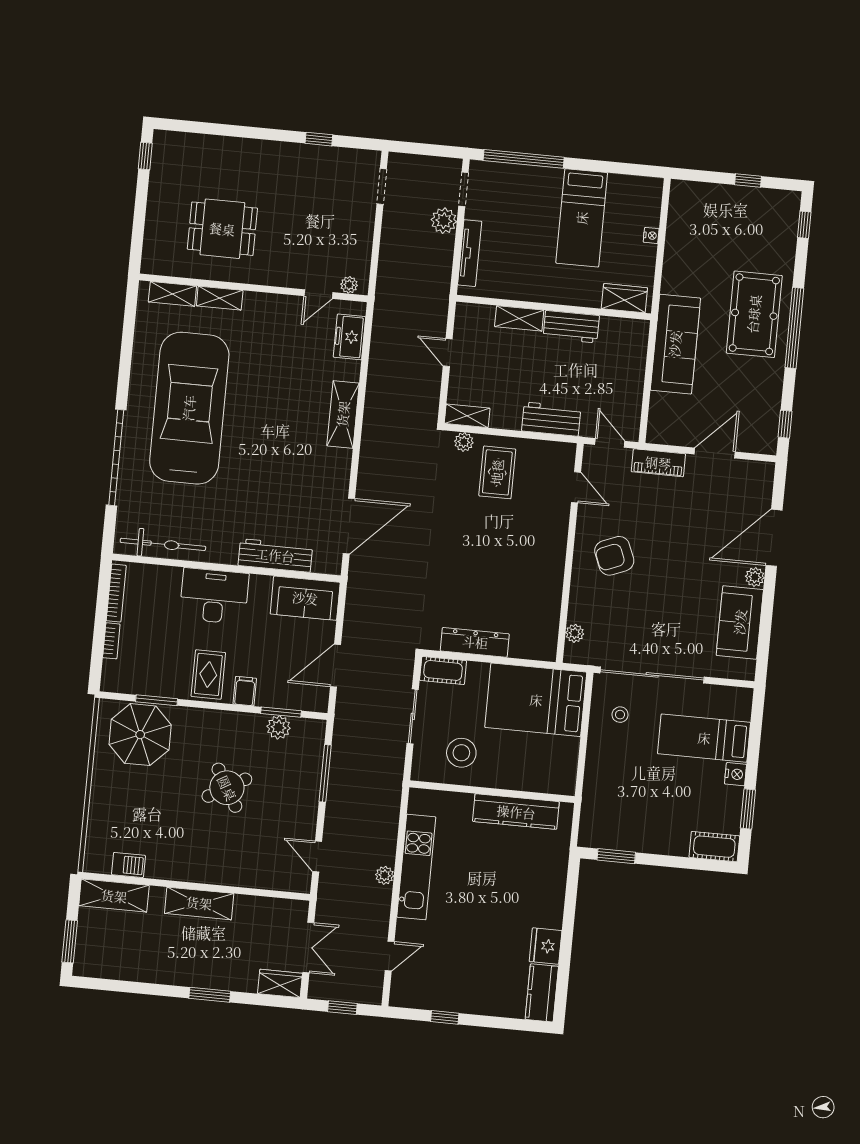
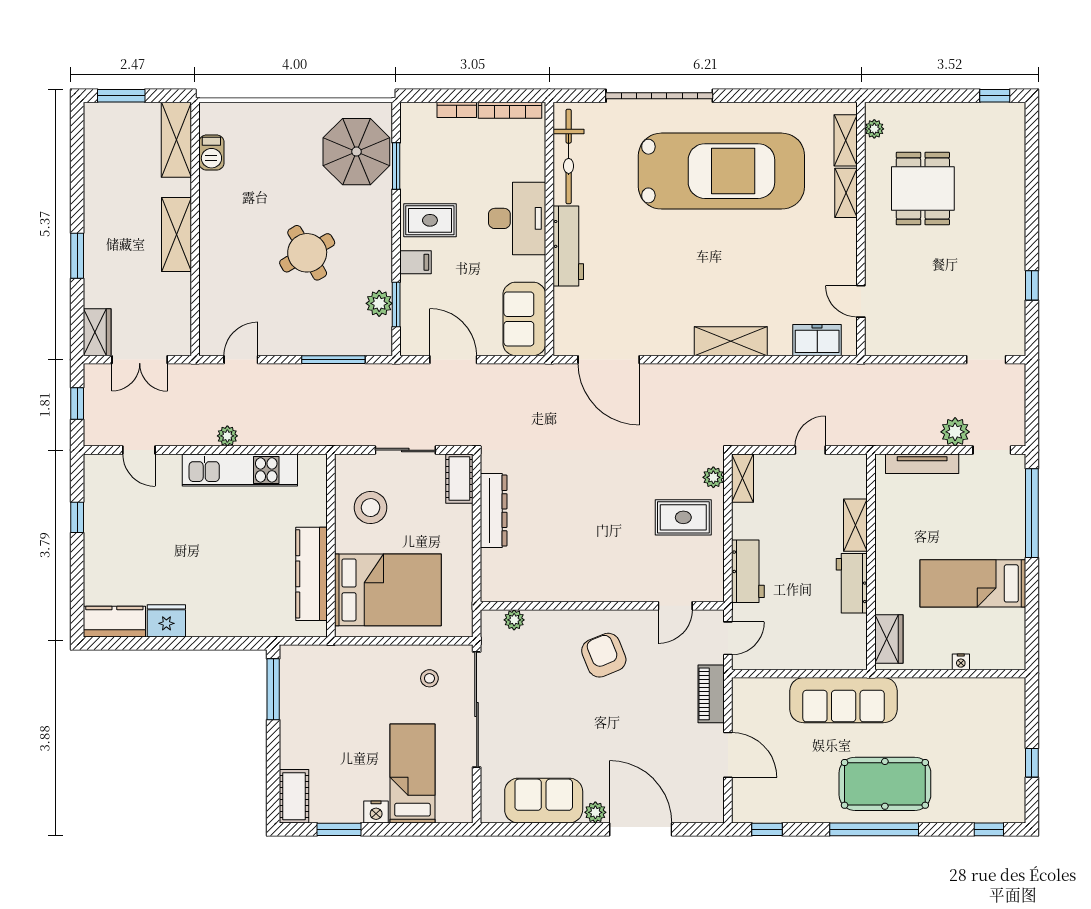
plant: (349, 285) -> (874, 129), moved
workbench: (275, 555) -> (568, 246), moved
bed: (536, 700) -> (388, 590), moved, turned 90
window: (616, 856) -> (273, 689), width x1.44

